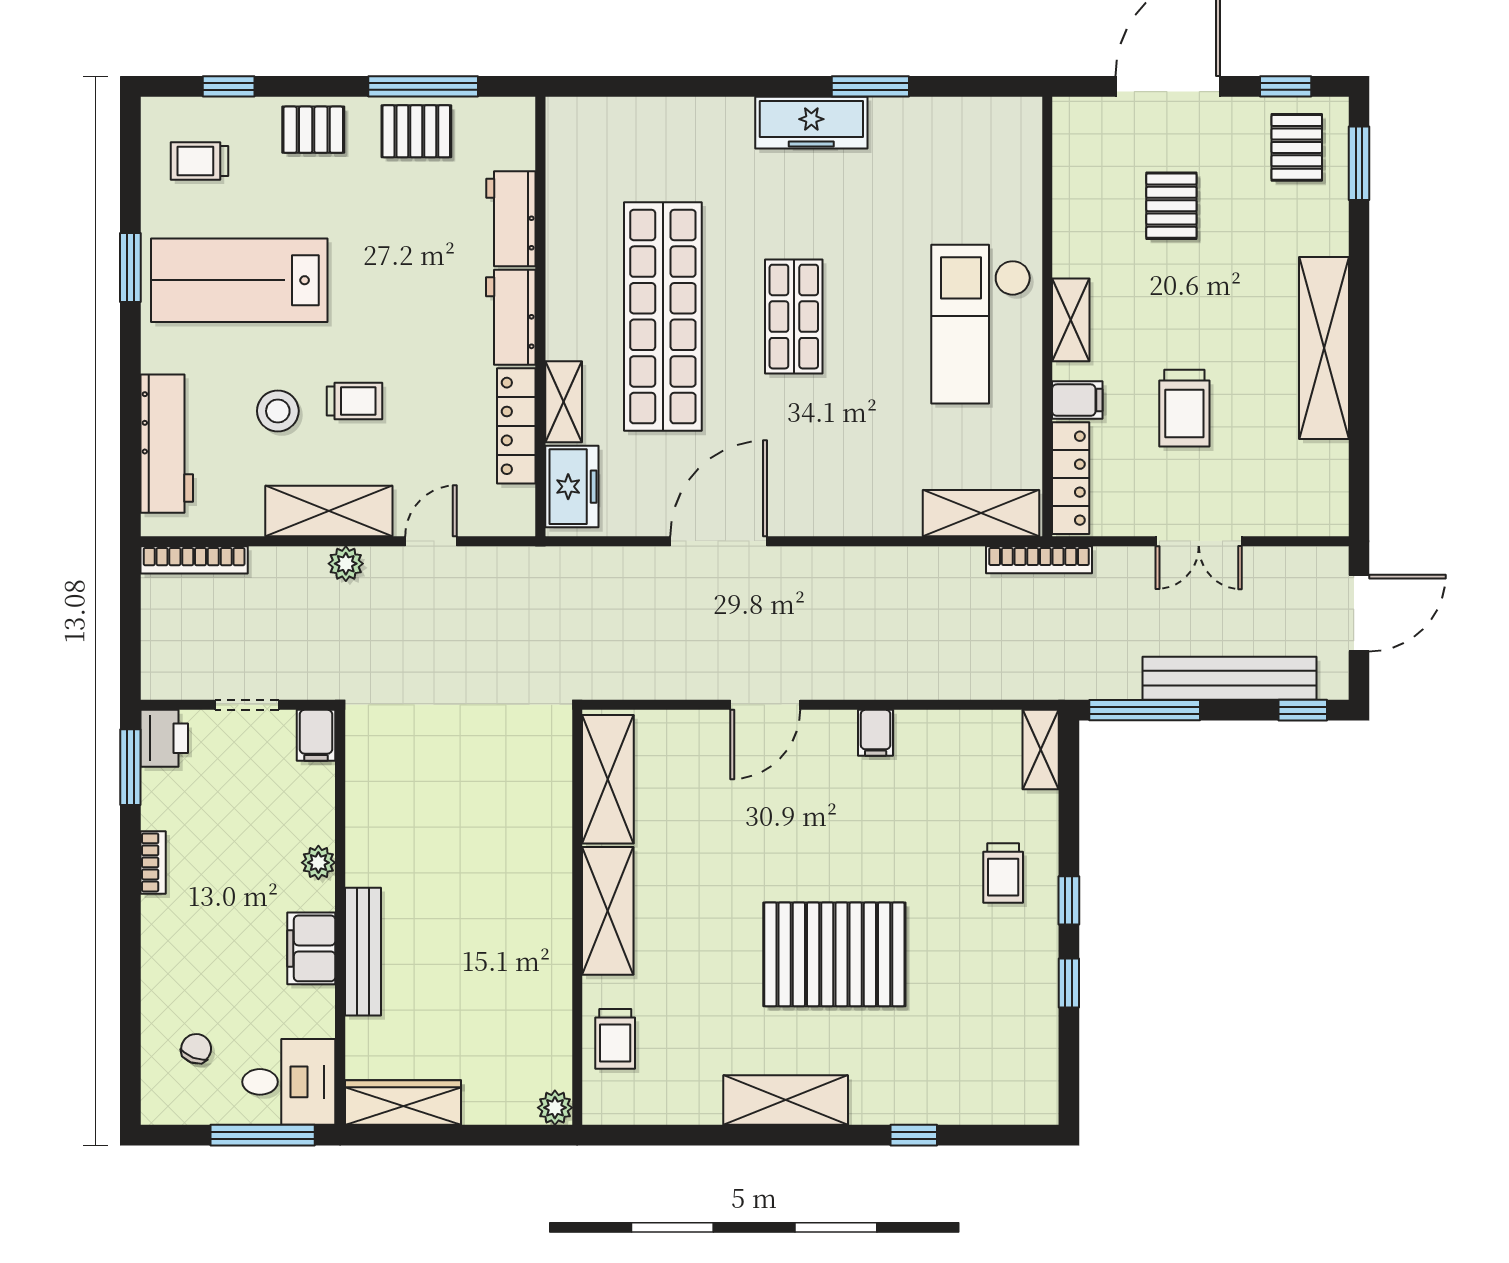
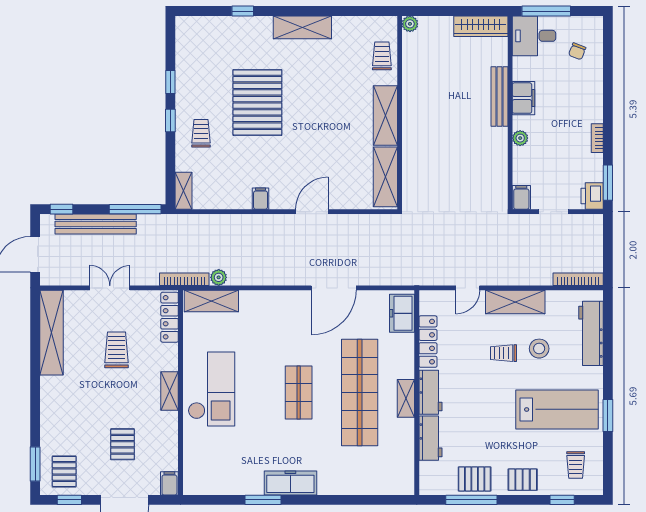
trolley: (199, 161) -> (576, 465), turned 90
shelving: (1324, 348) -> (52, 333), moved
filing cabinet: (1077, 400) -> (169, 483), moved, turned 90
shelving: (564, 402) -> (406, 398), moved
plant: (346, 564) -> (219, 277), moved
pallet: (834, 954) -> (257, 102), moved, turned 90

